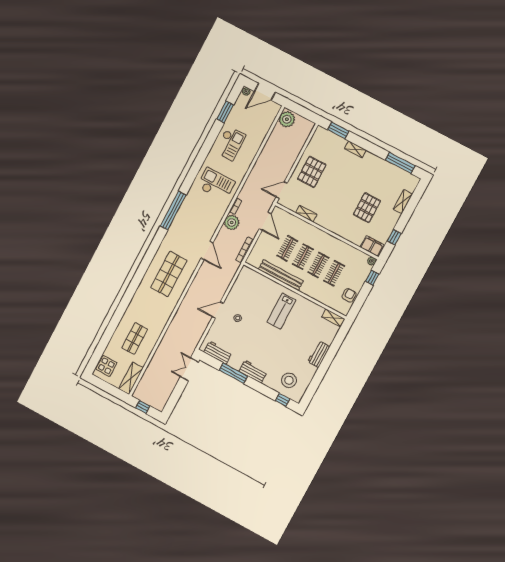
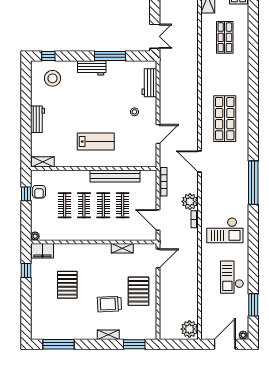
trolley: (341, 174) -> (109, 304), added
shelving: (403, 202) -> (36, 309), removed
window: (372, 278) -> (26, 194), moved
door: (218, 310) -> (158, 134), moved
lab bench: (281, 311) -> (96, 141), turned 90
workbench: (218, 352) -> (149, 83), moved, turned 90

